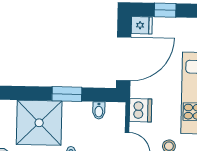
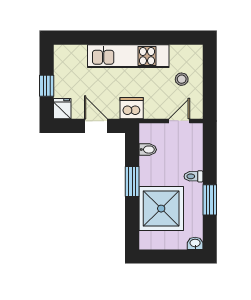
door: (124, 59) -> (96, 126), width x0.53
dishwasher: (141, 110) -> (132, 108), moved

